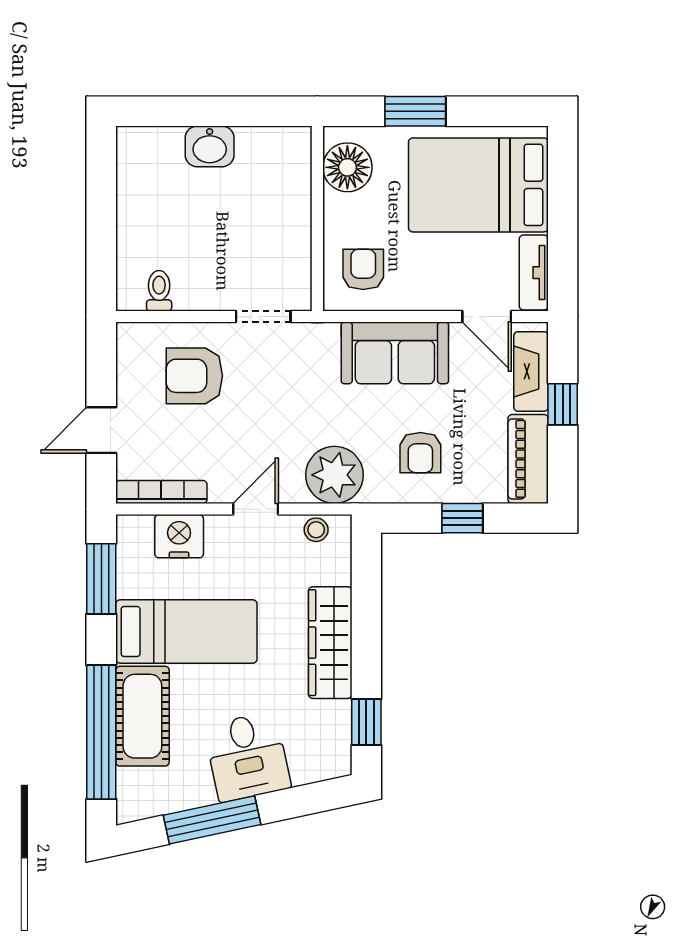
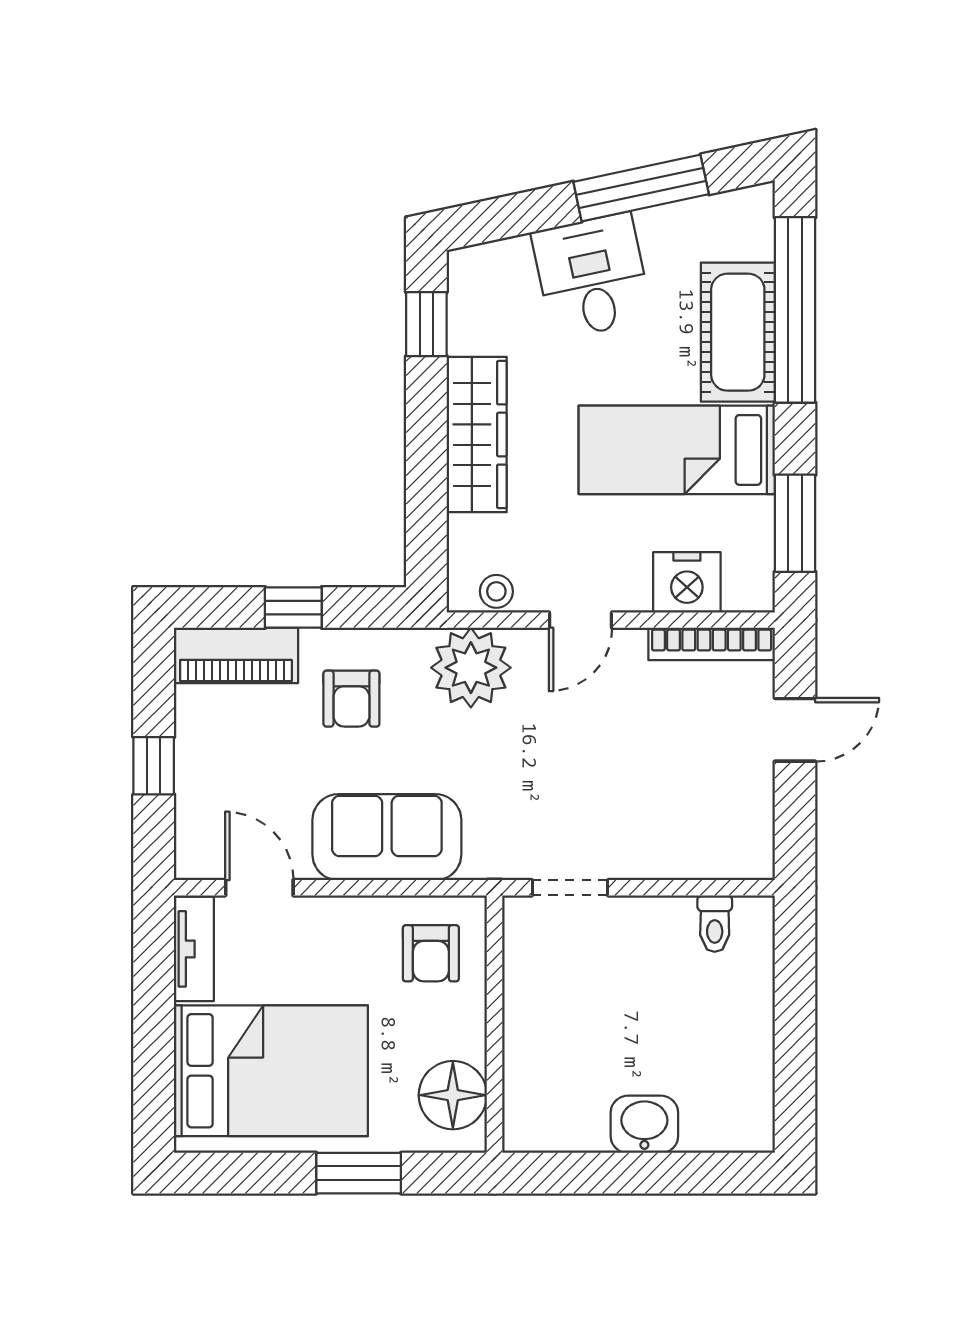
fireplace: (531, 371) -> (198, 811), removed
armchair: (194, 376) -> (666, 805), removed
armchair: (420, 453) -> (351, 699), turned 180
piano: (528, 459) -> (236, 655), moved, turned 90

